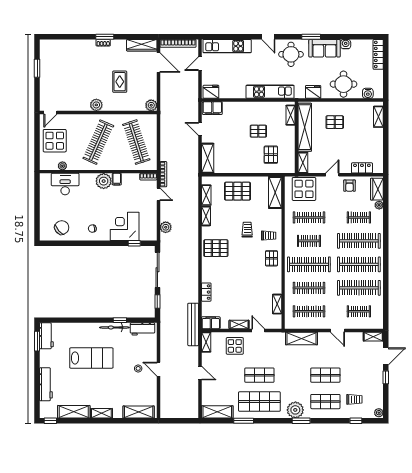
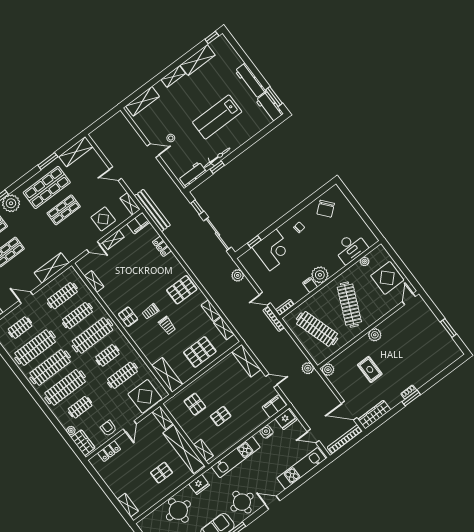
door: (200, 64) -> (313, 436), swing flipped
water cooler: (368, 93) -> (266, 432), moved
plant: (166, 118) -> (308, 368), added
trolley: (269, 236) -> (150, 311), moved
workbench: (46, 384) -> (250, 81), moved

